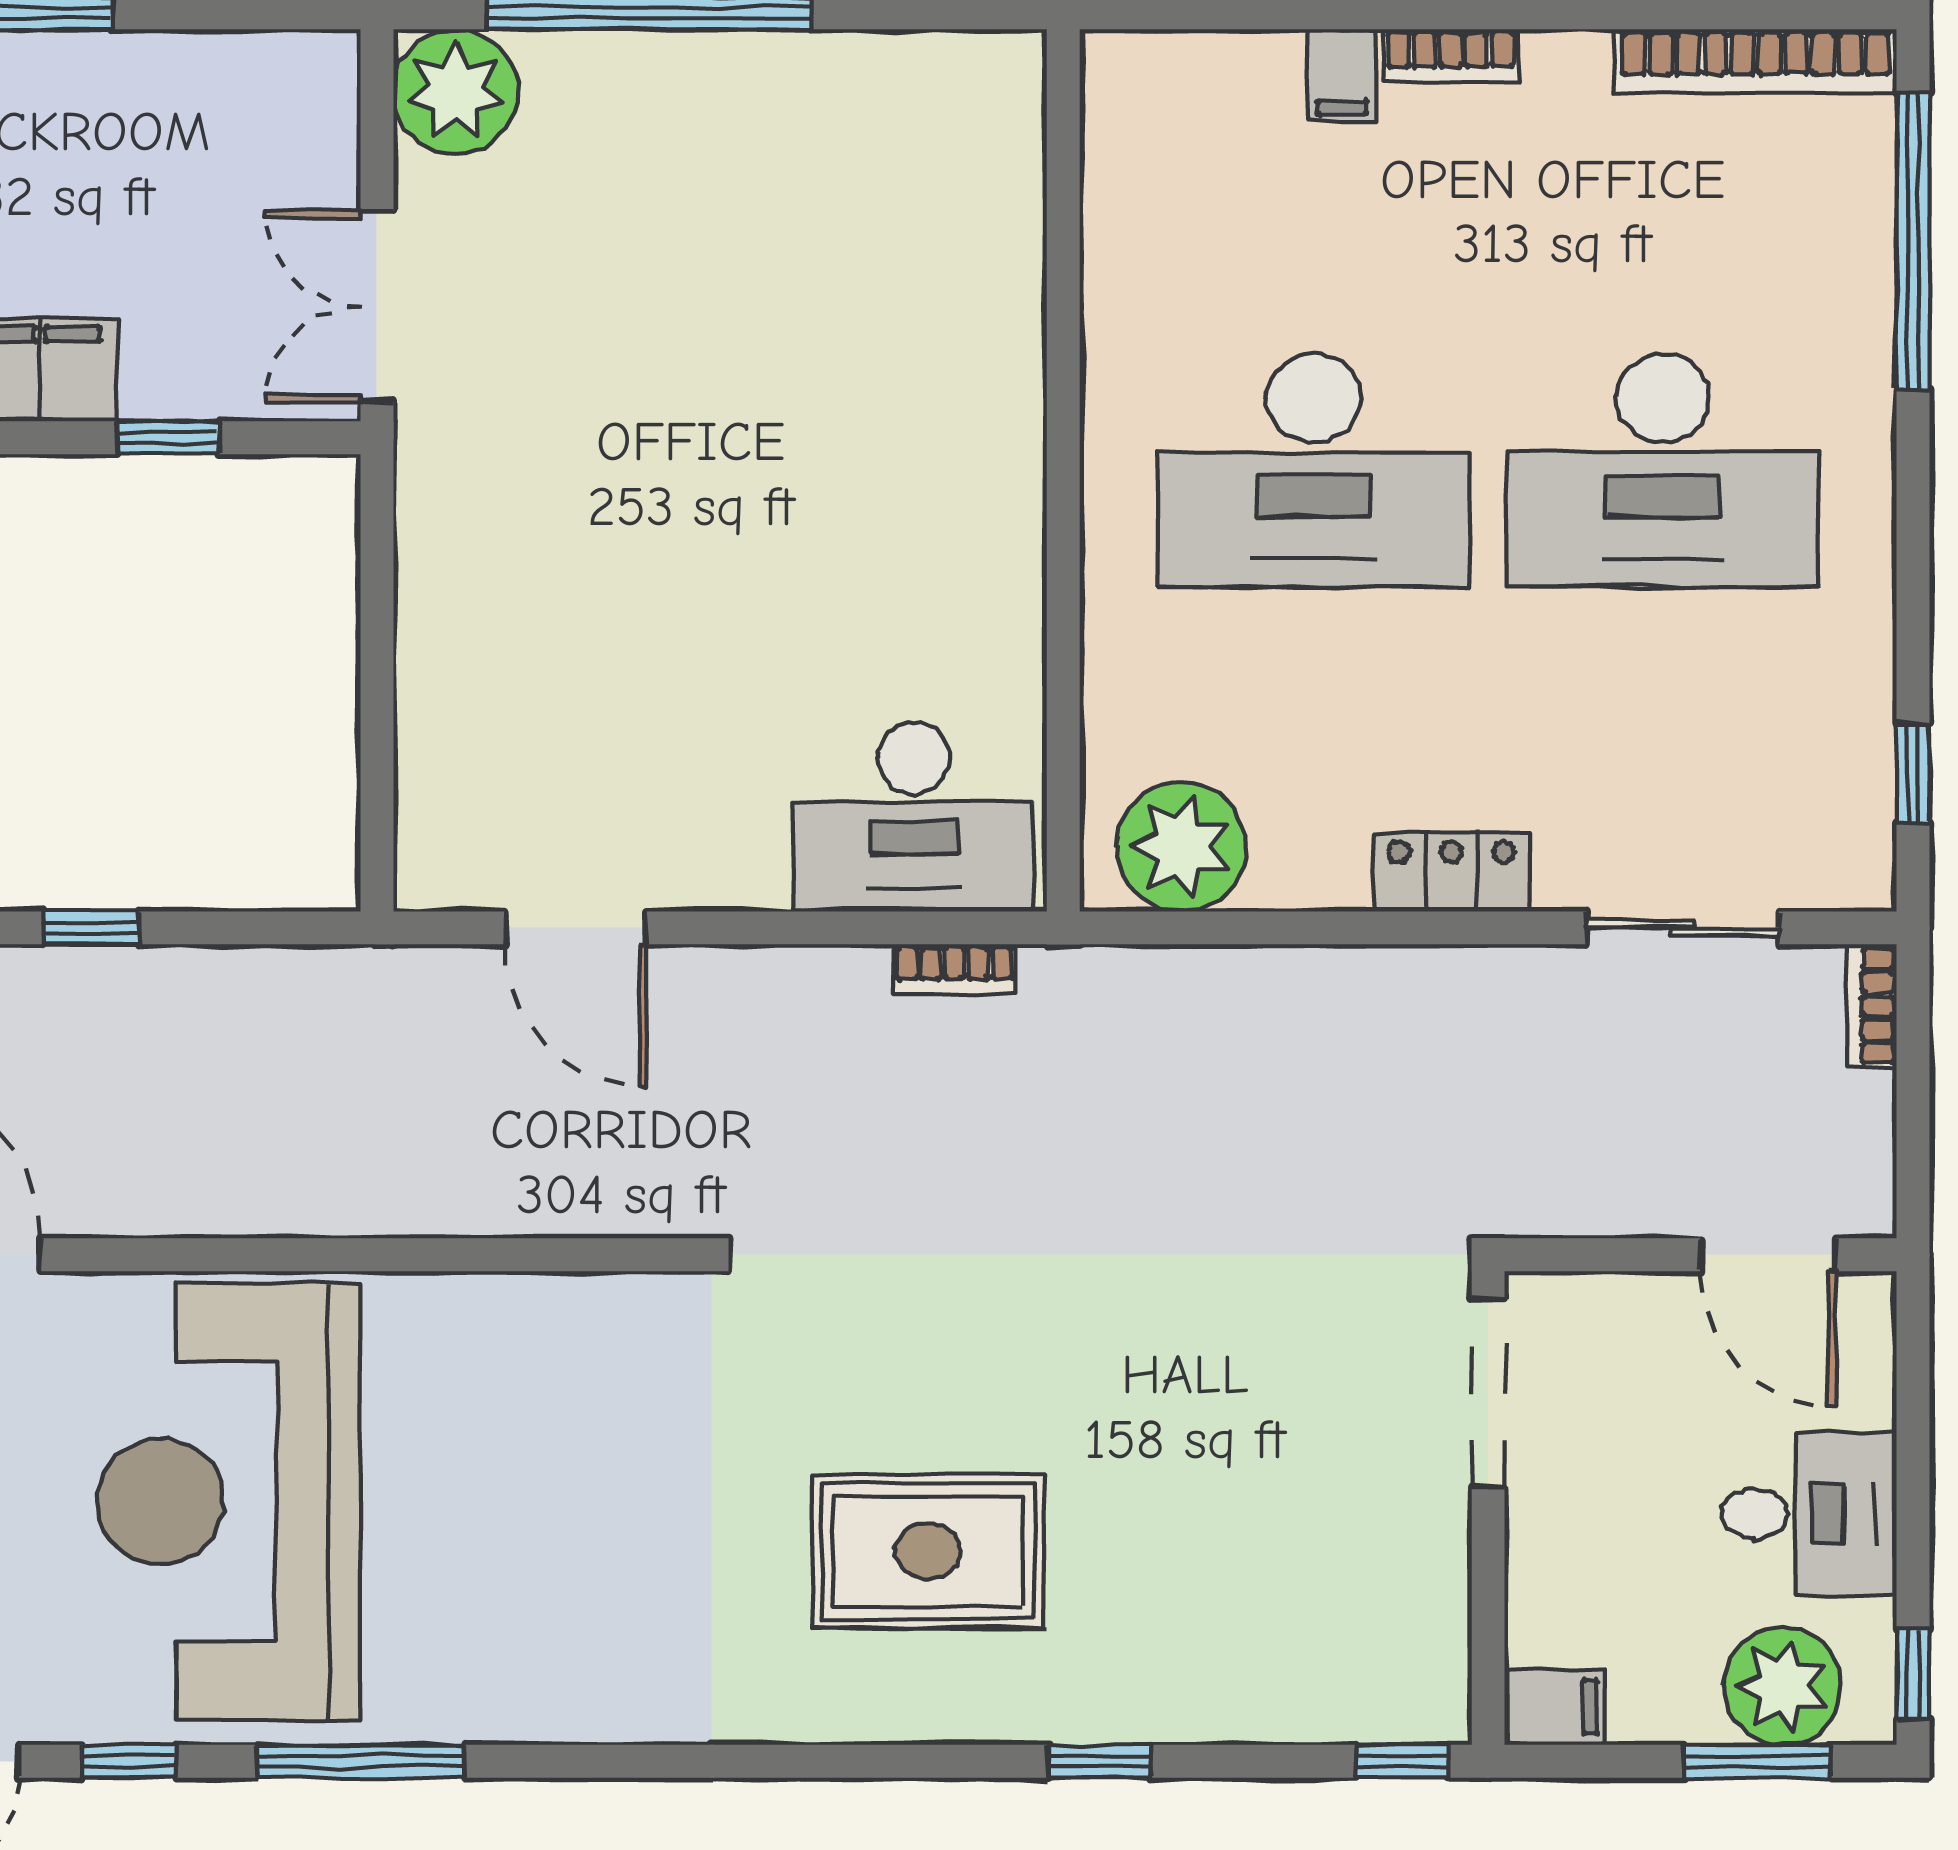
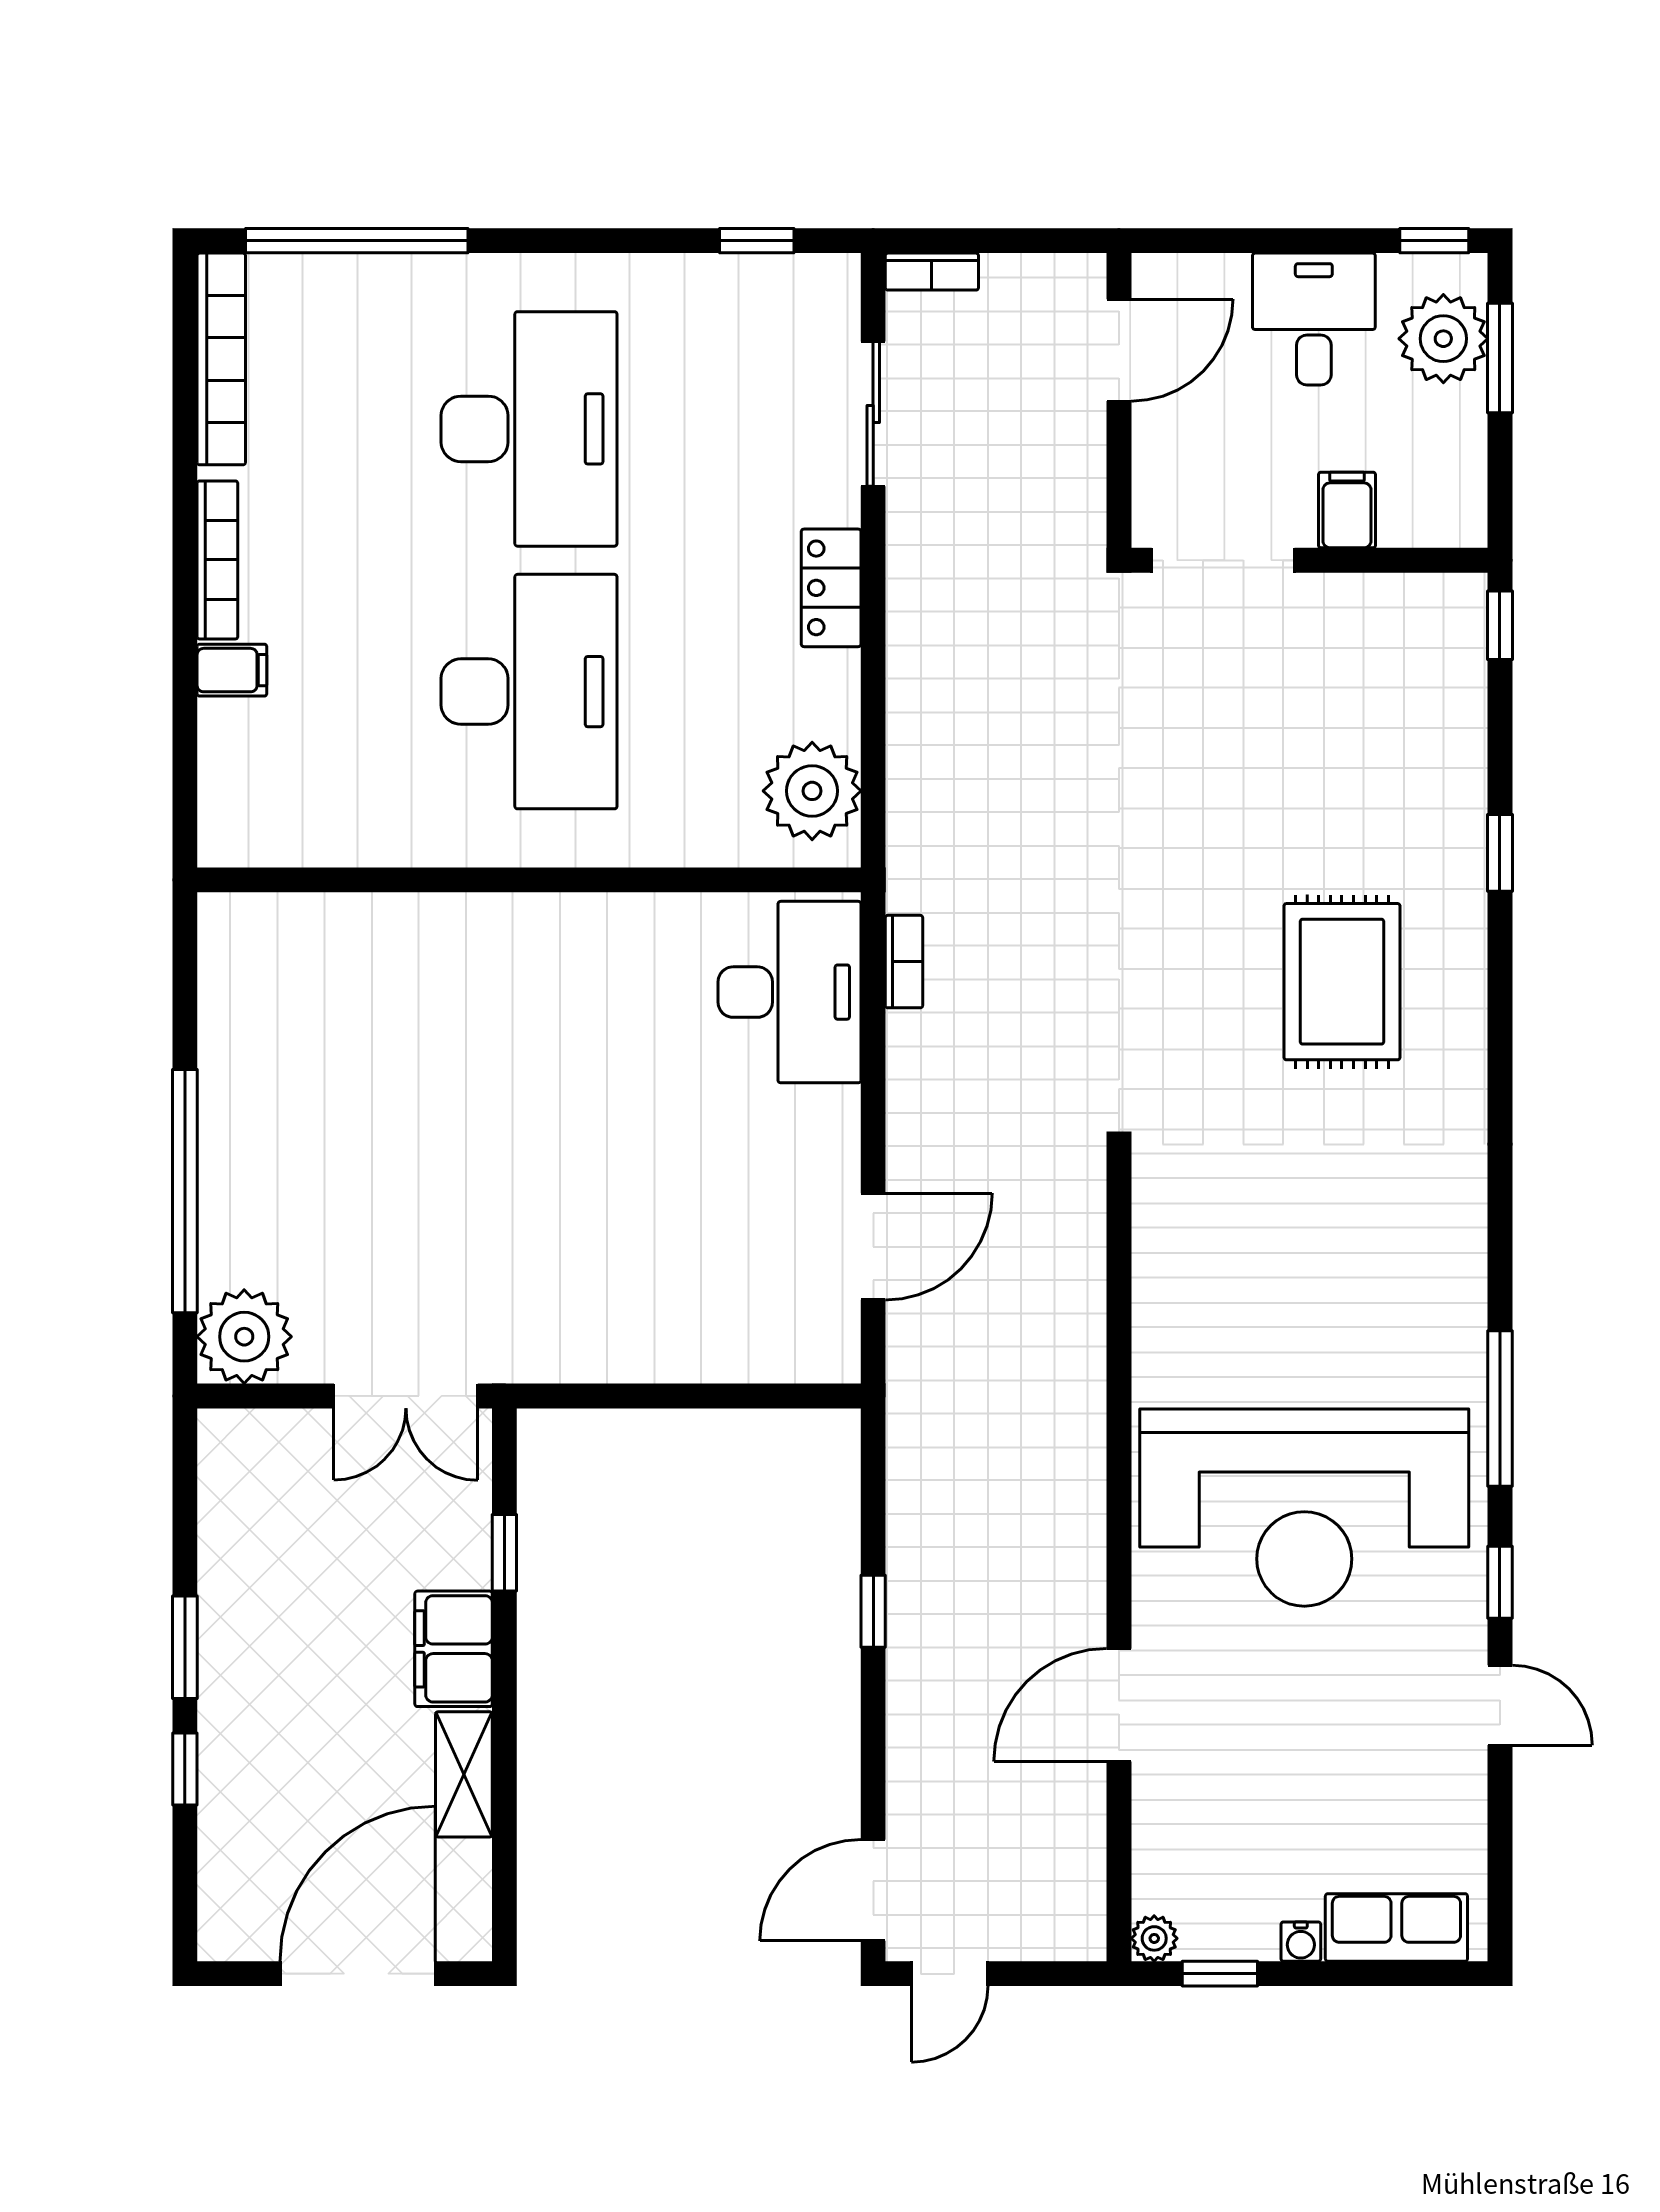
bookcase: (1451, 56) -> (217, 560), width x1.56
filing cabinet: (1555, 1707) -> (1347, 510), moved

